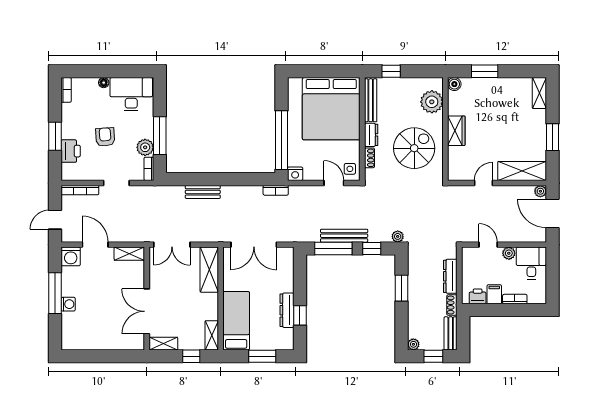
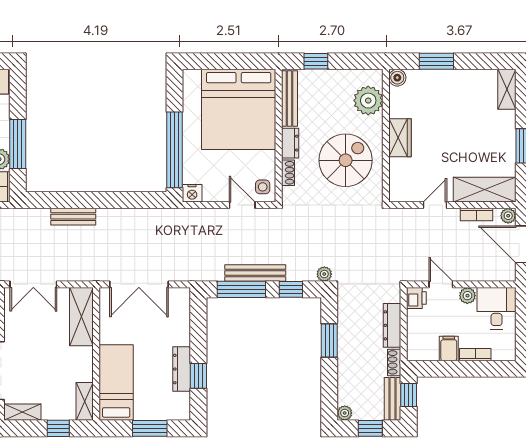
bookcase: (276, 190) -> (476, 215), moved
printer: (478, 296) -> (416, 298), moved, turned 90
window: (463, 330) -> (409, 395), added

